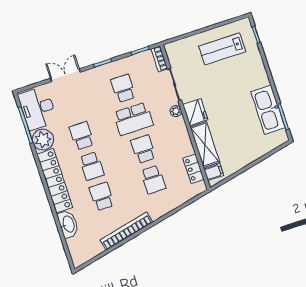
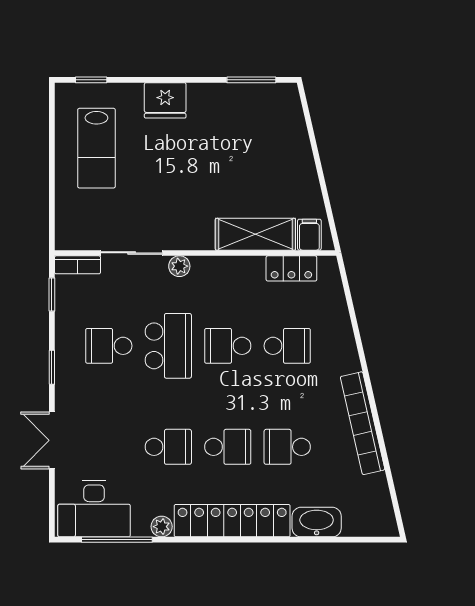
kitchen sink: (268, 110) -> (231, 103), removed
fridge: (195, 112) -> (165, 100), moved, turned 180
school desk: (82, 136) -> (168, 447), turned 180
plant: (43, 140) -> (162, 527), width x0.53, depth x0.53

